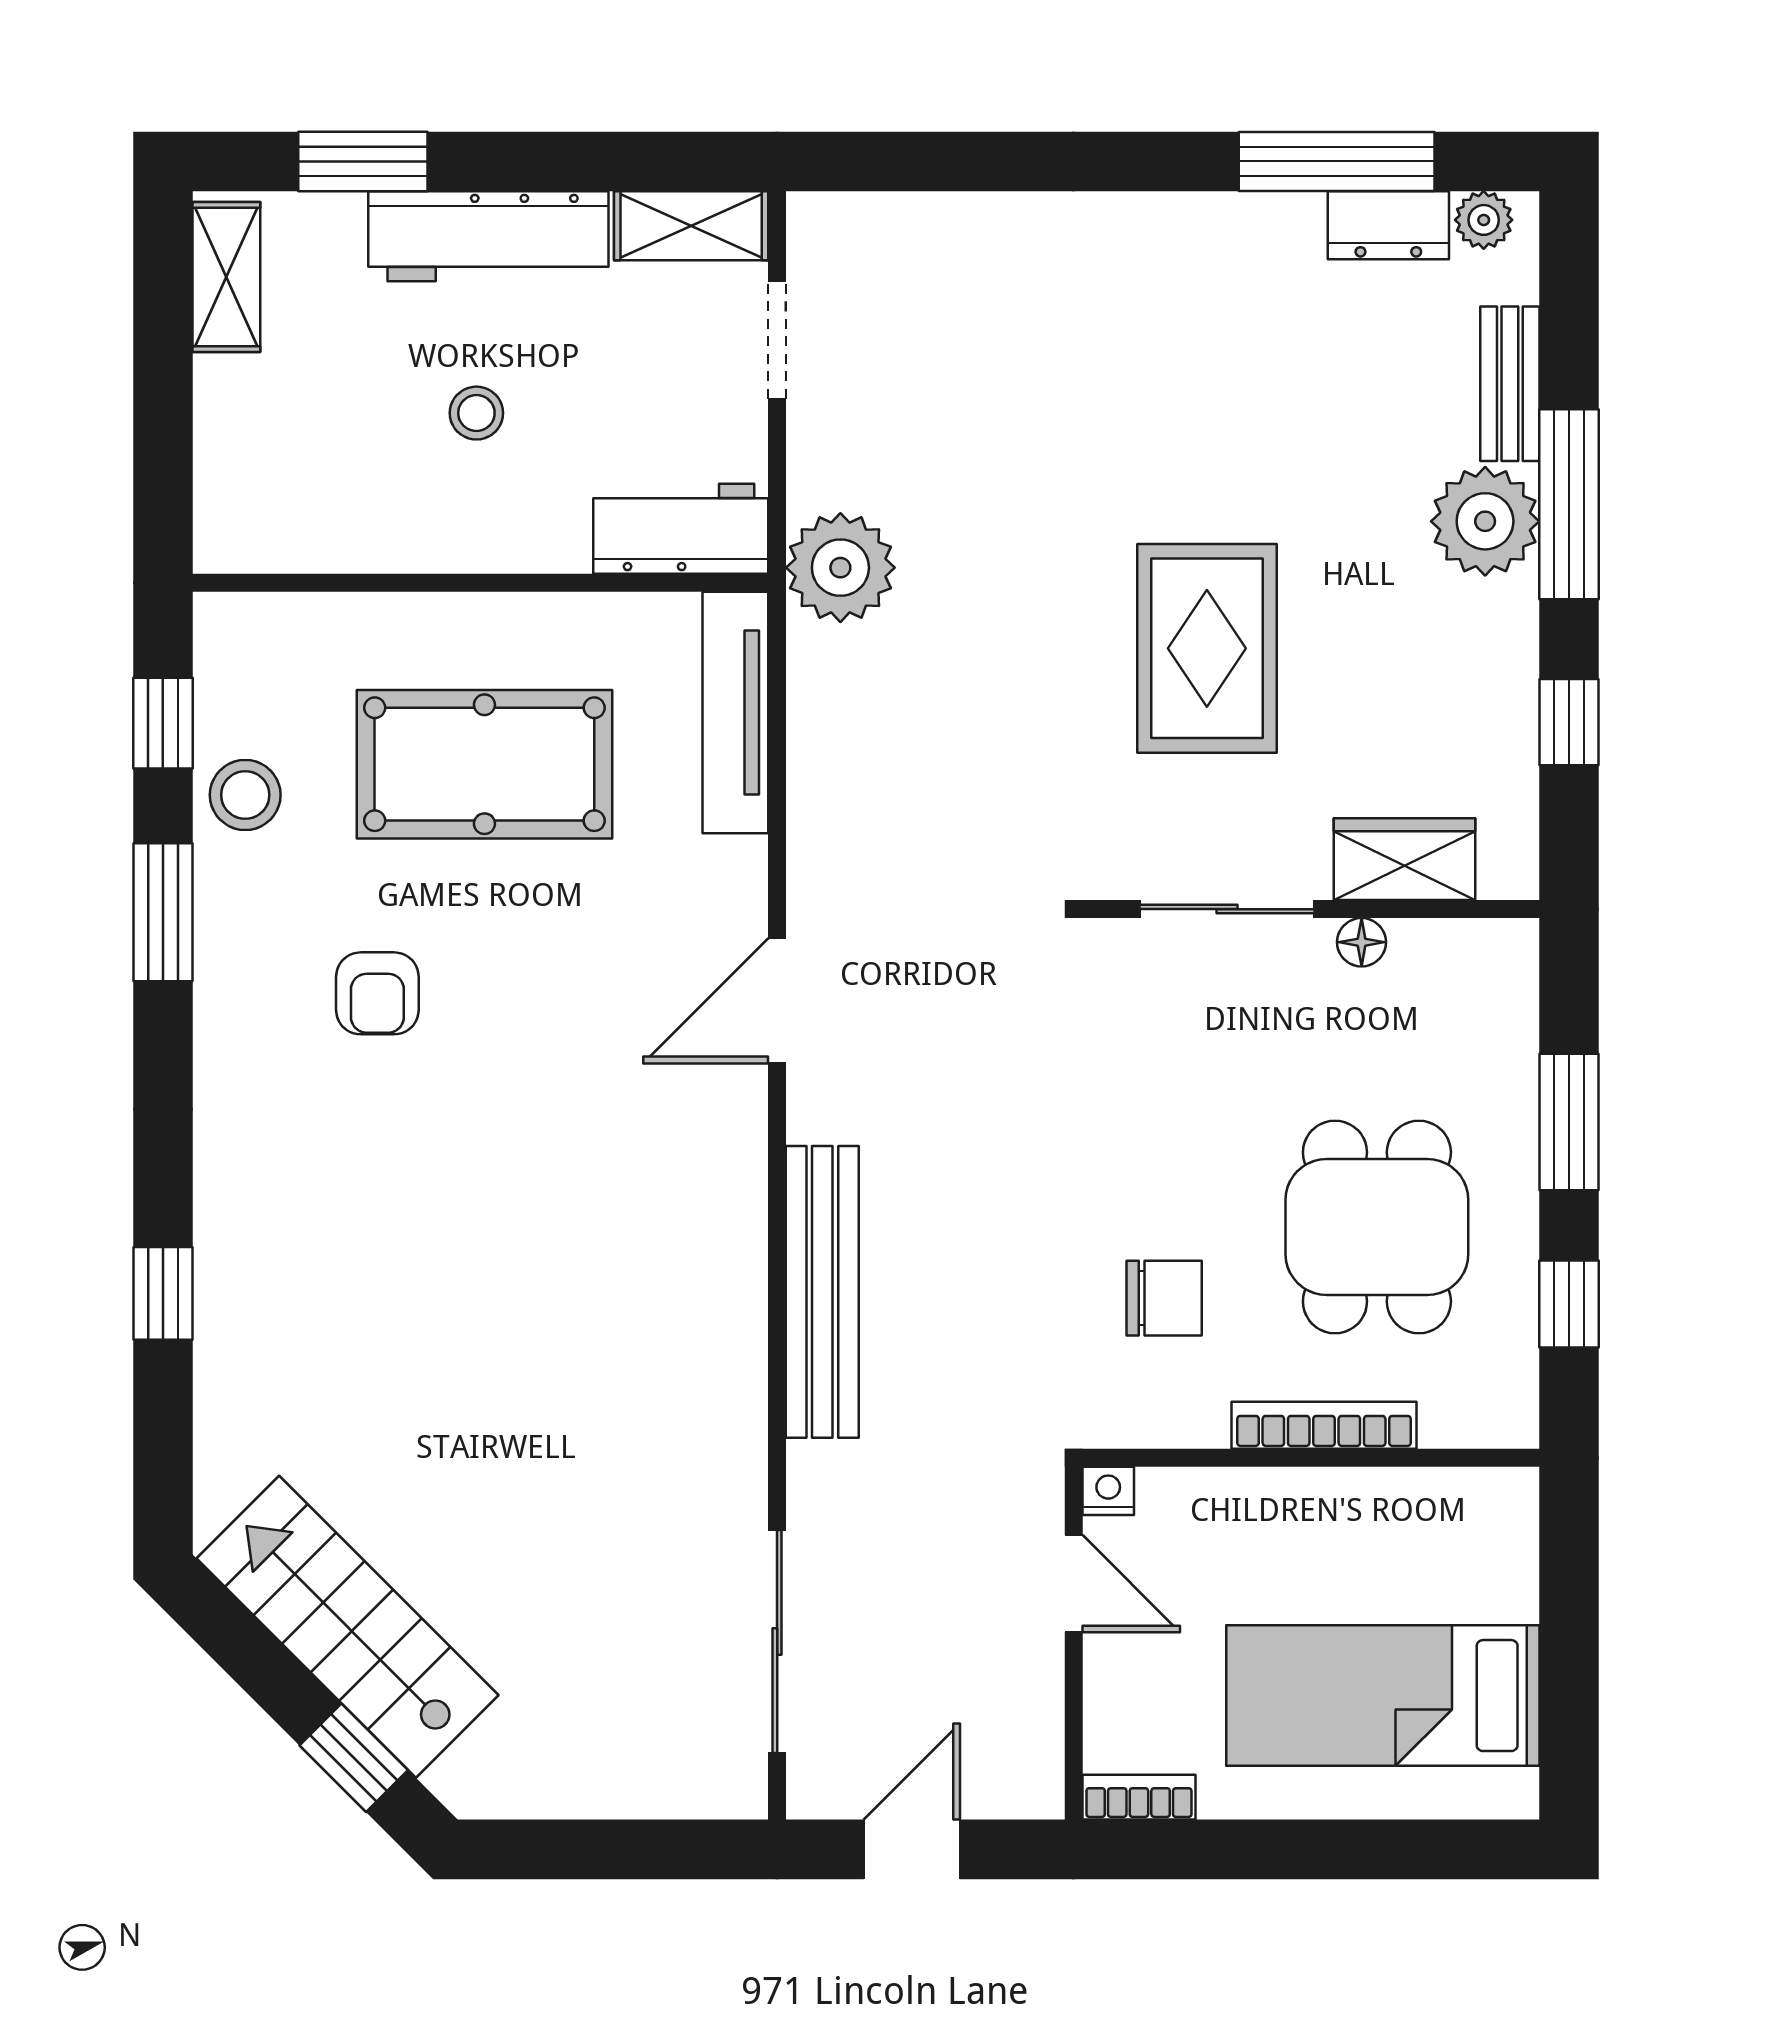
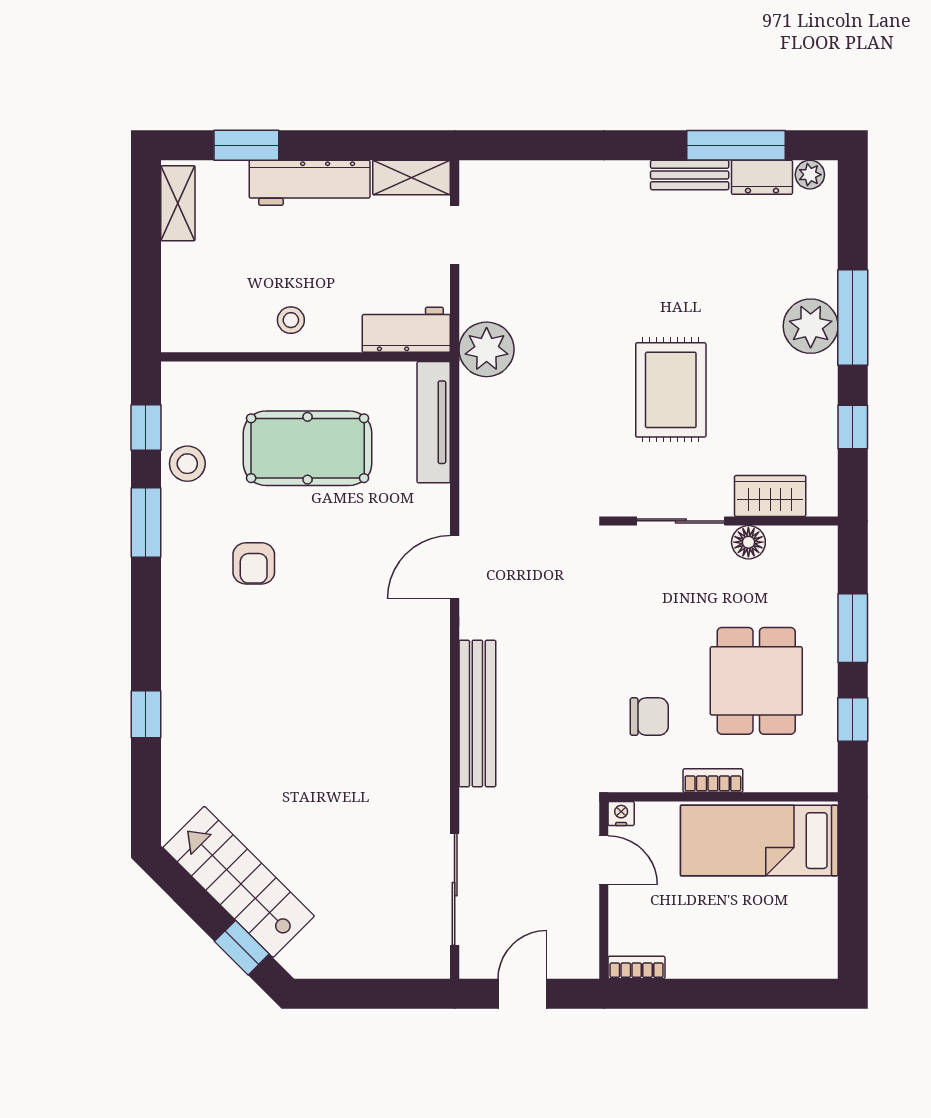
bench: (1510, 384) -> (690, 175), moved, turned 90
stool: (476, 413) -> (291, 320), moved
floor lamp: (1362, 942) -> (748, 542), width x1.37, depth x1.37
bookcase: (1324, 1425) -> (713, 781), width x0.64
bed: (1383, 1696) -> (759, 841), moved

